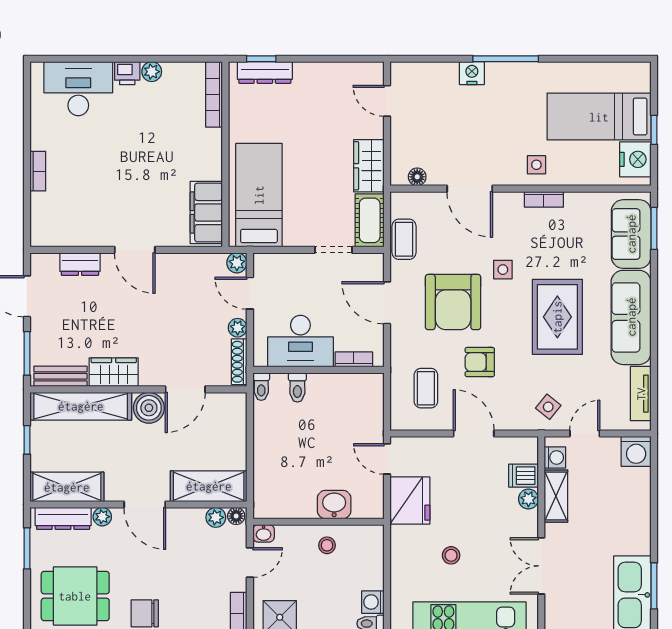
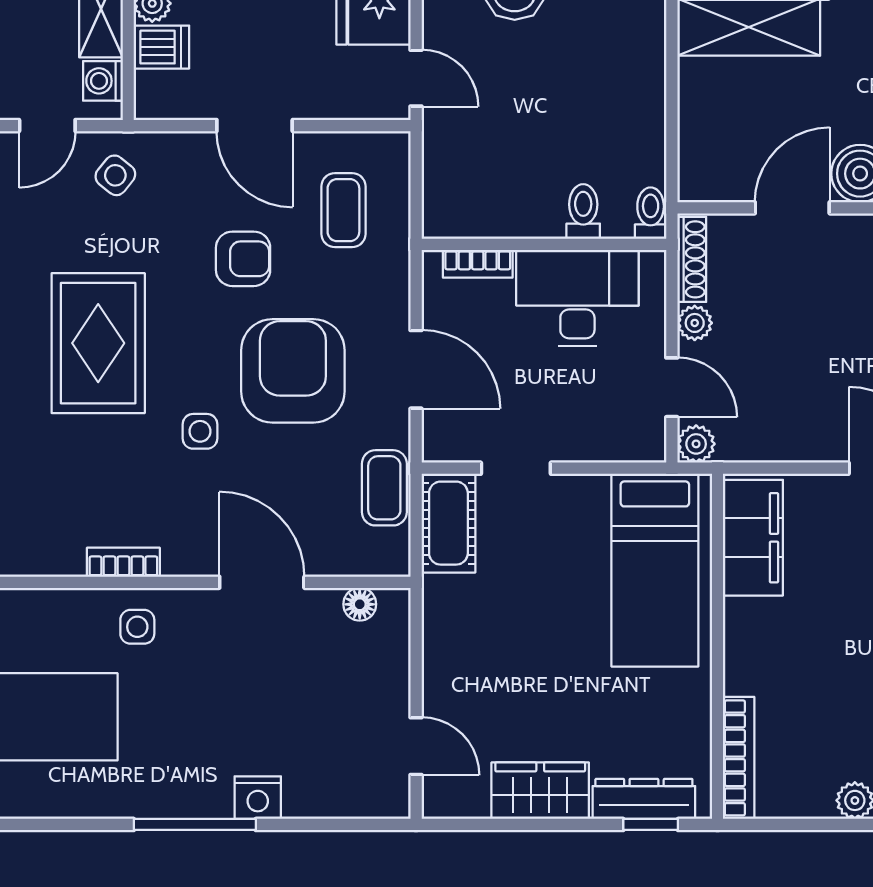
wardrobe: (369, 166) -> (540, 791), moved, turned -90

